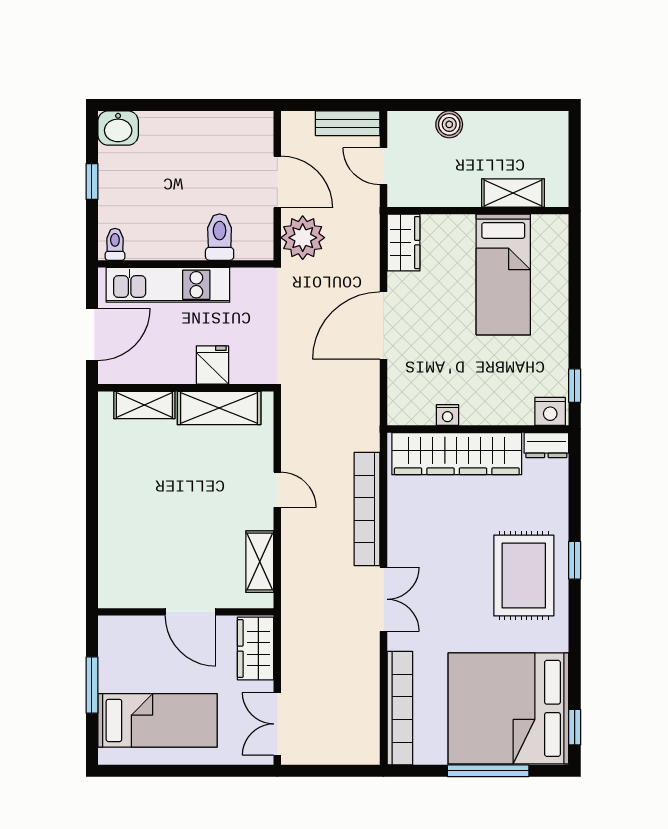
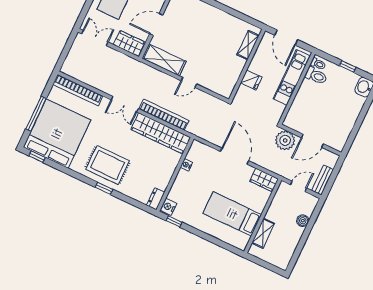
toilet: (220, 237) -> (316, 76), moved
shelving: (219, 408) -> (233, 75), removed
wardrobe: (457, 454) -> (161, 133), moved, turned -90
shelving: (260, 562) -> (164, 60), width x1.50, depth x1.33

